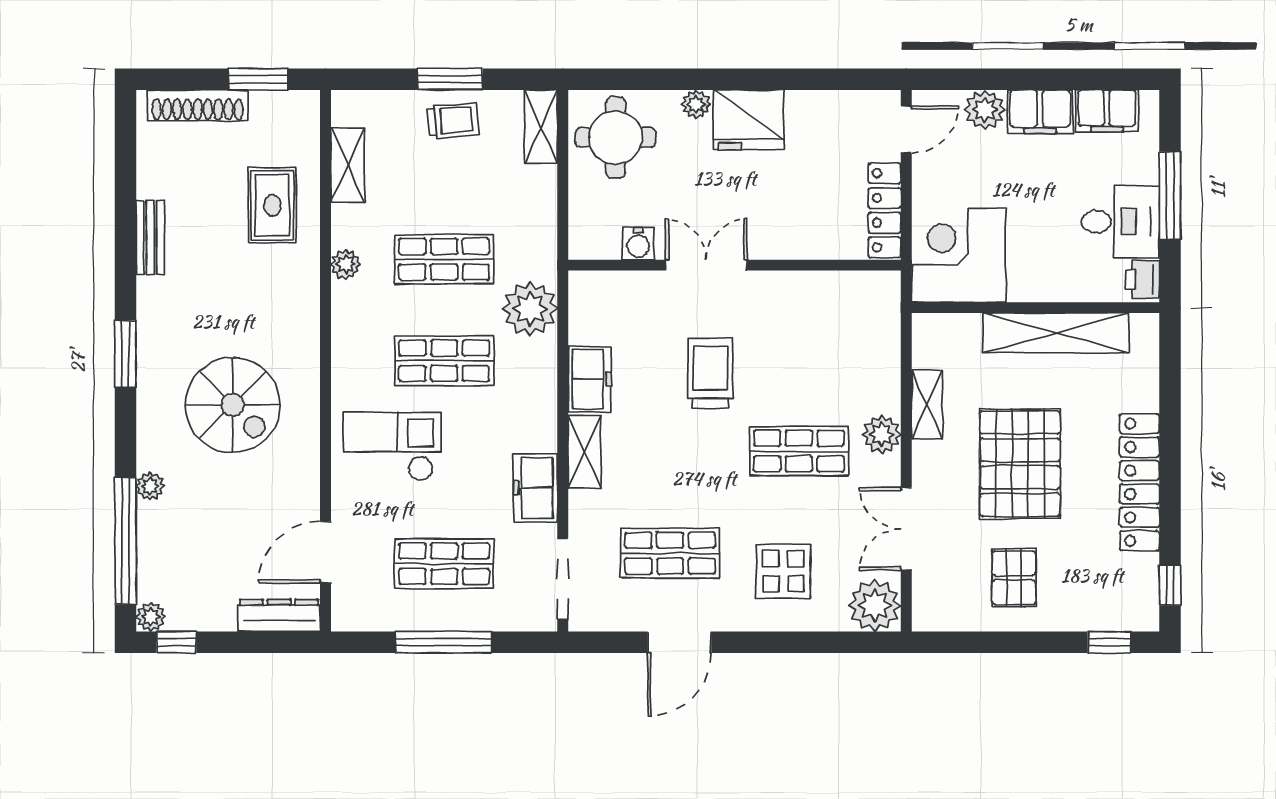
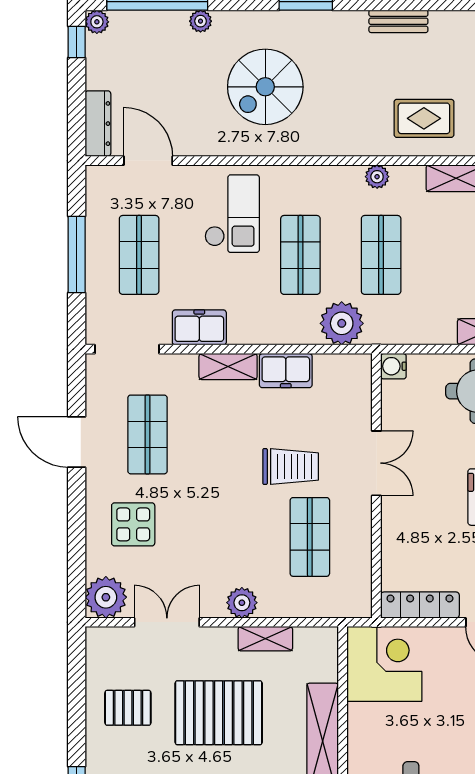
water cooler: (638, 244) -> (393, 366), moved
shop shelf: (799, 451) -> (310, 537), moved

